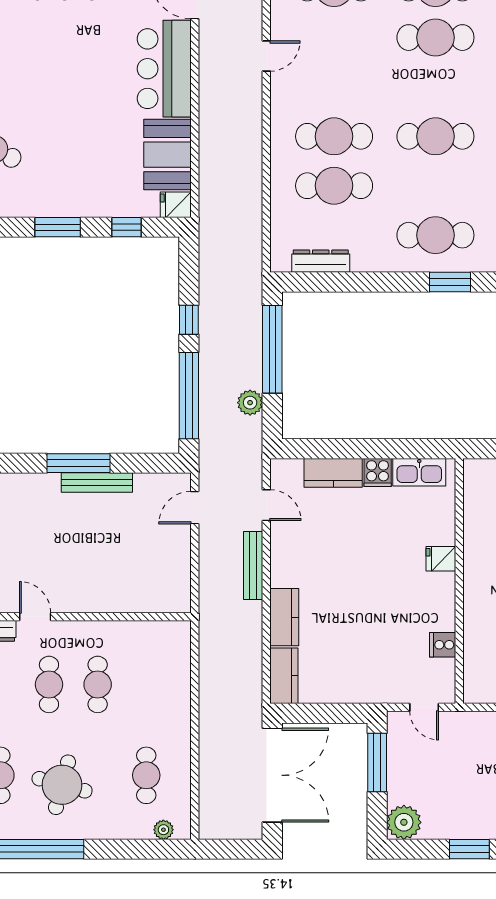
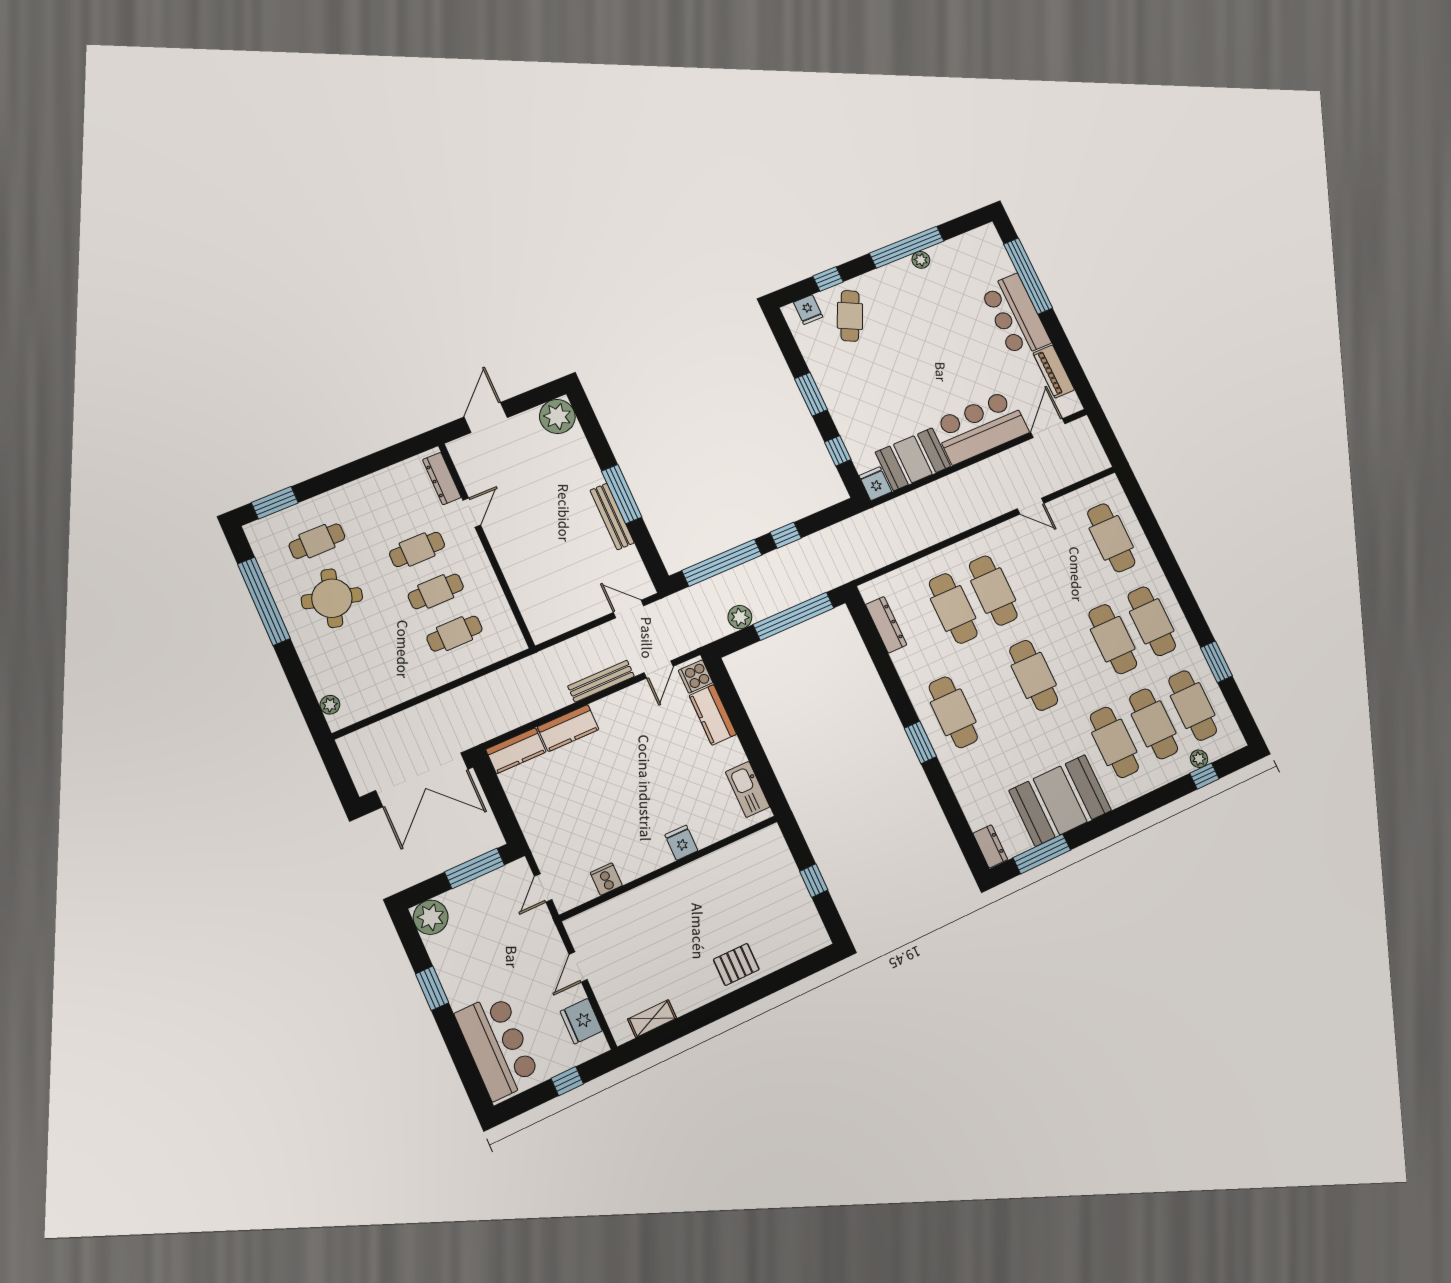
cooker: (378, 473) -> (696, 676), moved
cafe table: (146, 775) -> (455, 634), moved

